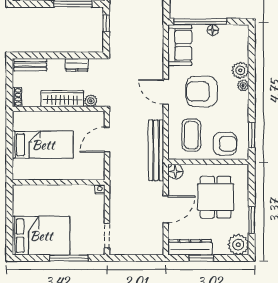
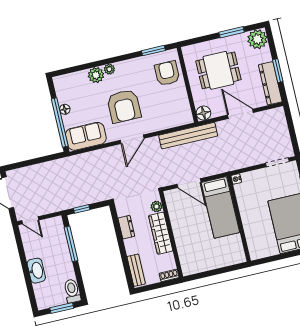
coffee table: (191, 135) -> (166, 106), removed
bed: (43, 145) -> (220, 207), moved, turned 180

